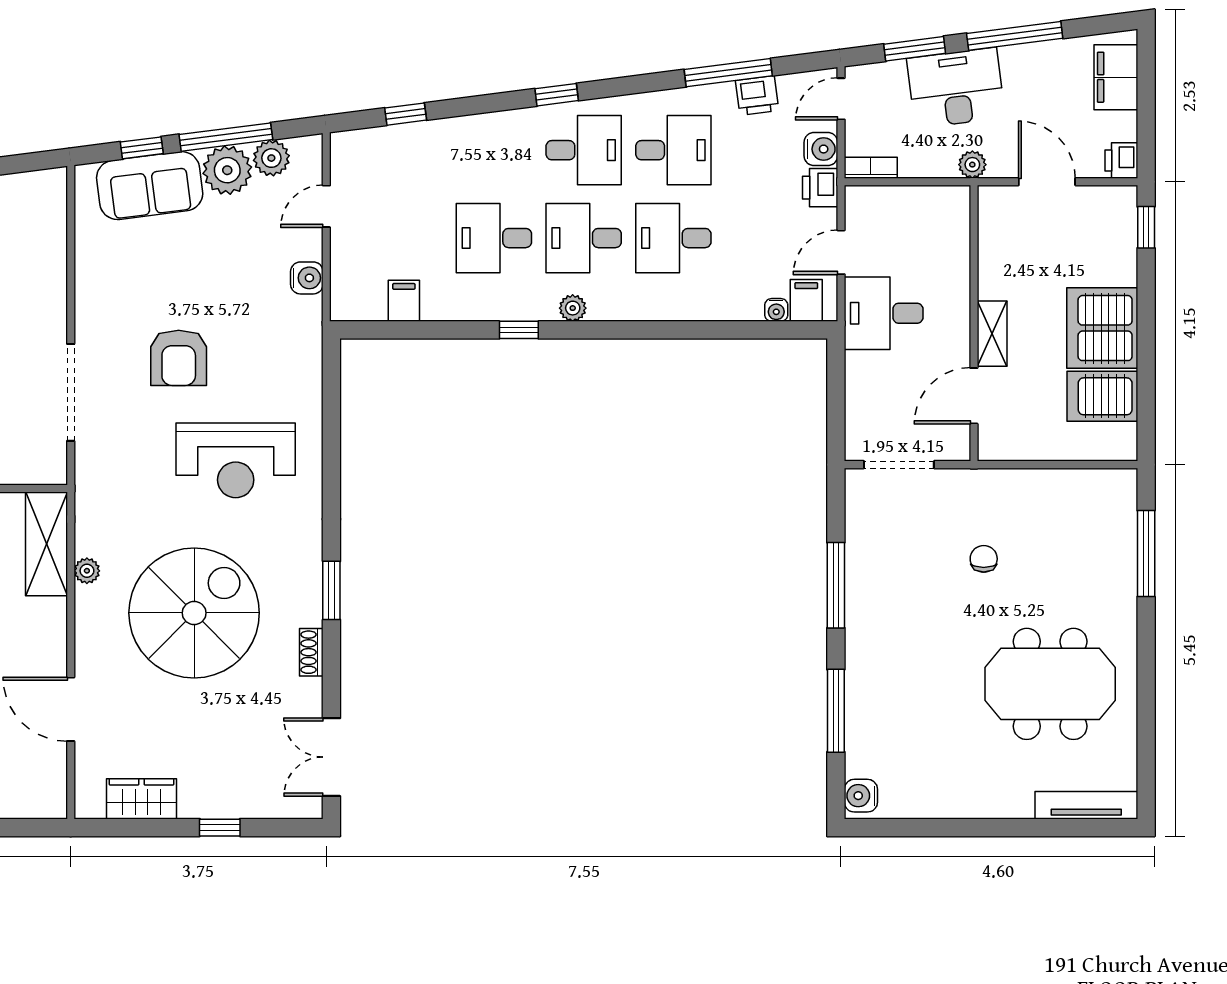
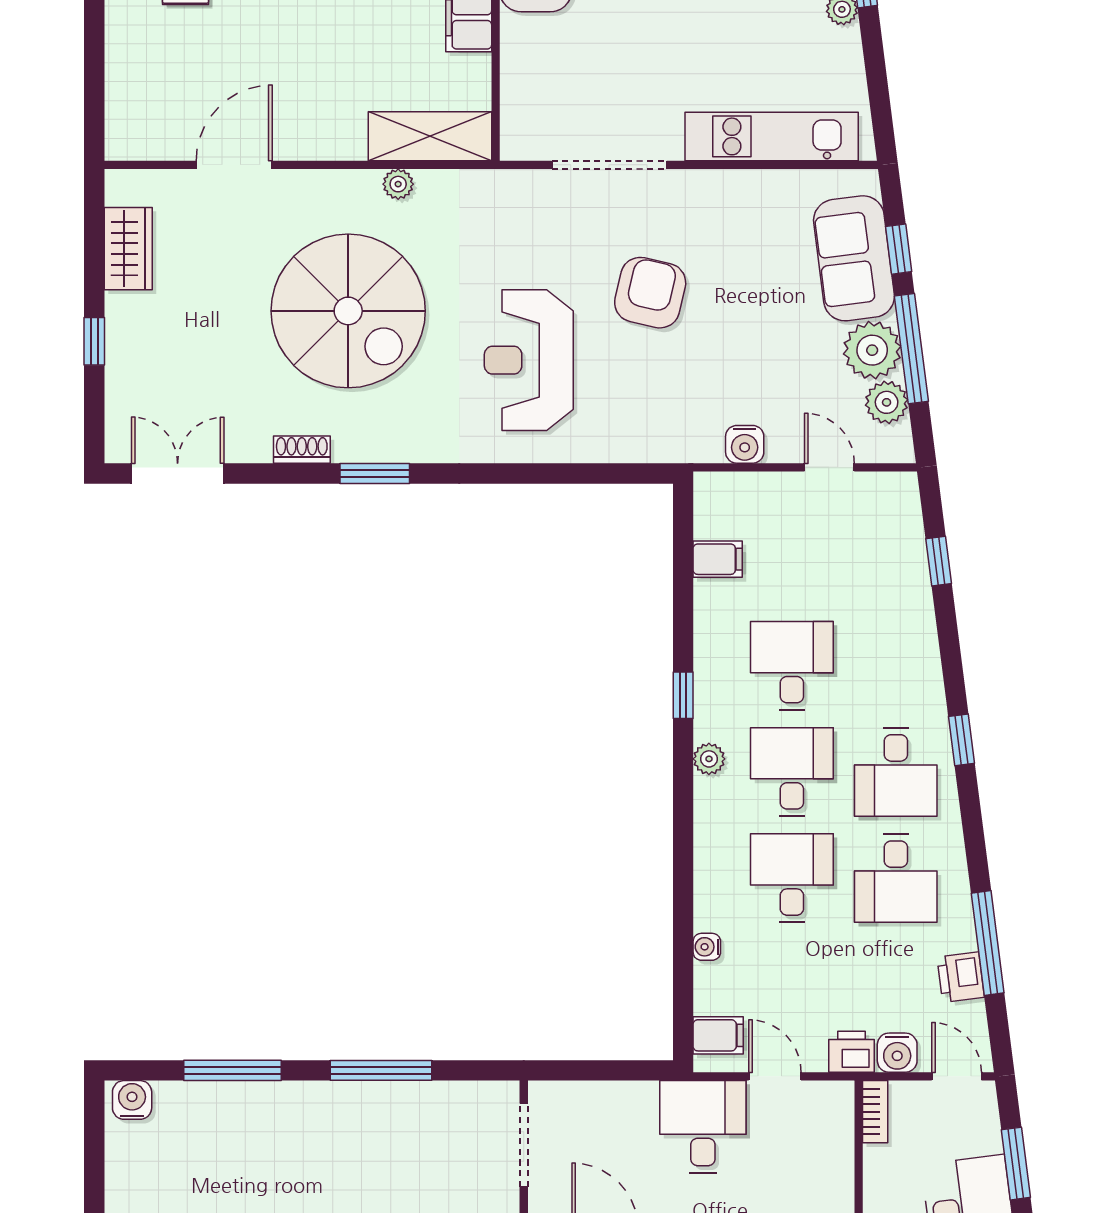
kitchen unit: (47, 255) -> (772, 136), added
water cooler: (776, 310) -> (707, 947), moved
armchair: (179, 358) -> (650, 293), turned 103

